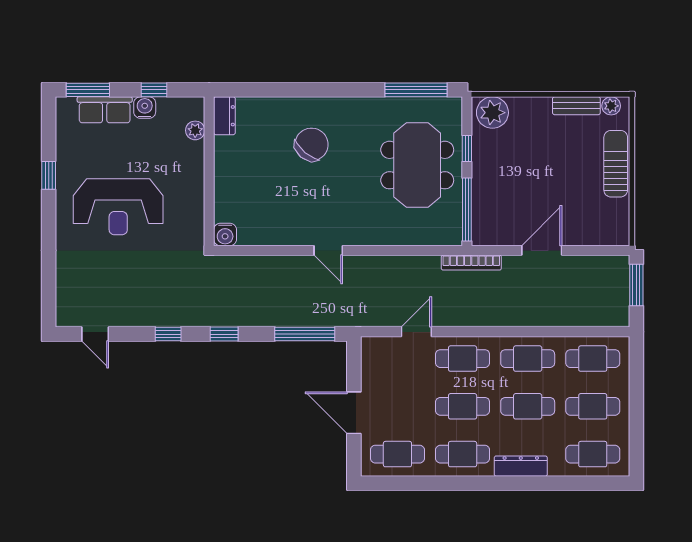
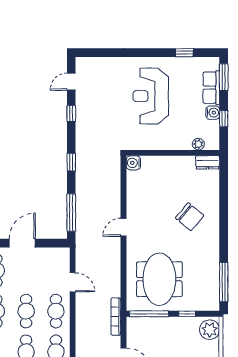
meeting table: (417, 165) -> (159, 279), moved, turned 90
window: (49, 175) -> (184, 53), moved
window: (168, 334) -> (71, 114), moved

